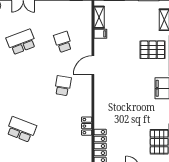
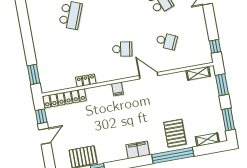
filing cabinet: (100, 34) -> (118, 89), moved
school desk: (63, 42) -> (167, 41), turned 42

